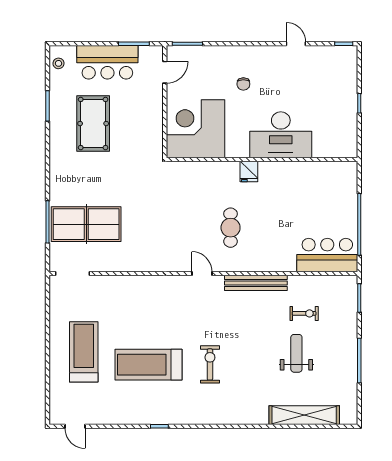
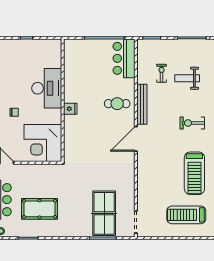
cafe table: (231, 228) -> (117, 104), moved
door: (202, 274) -> (136, 139), width x1.88
exercise bike: (210, 364) -> (192, 123), moved

